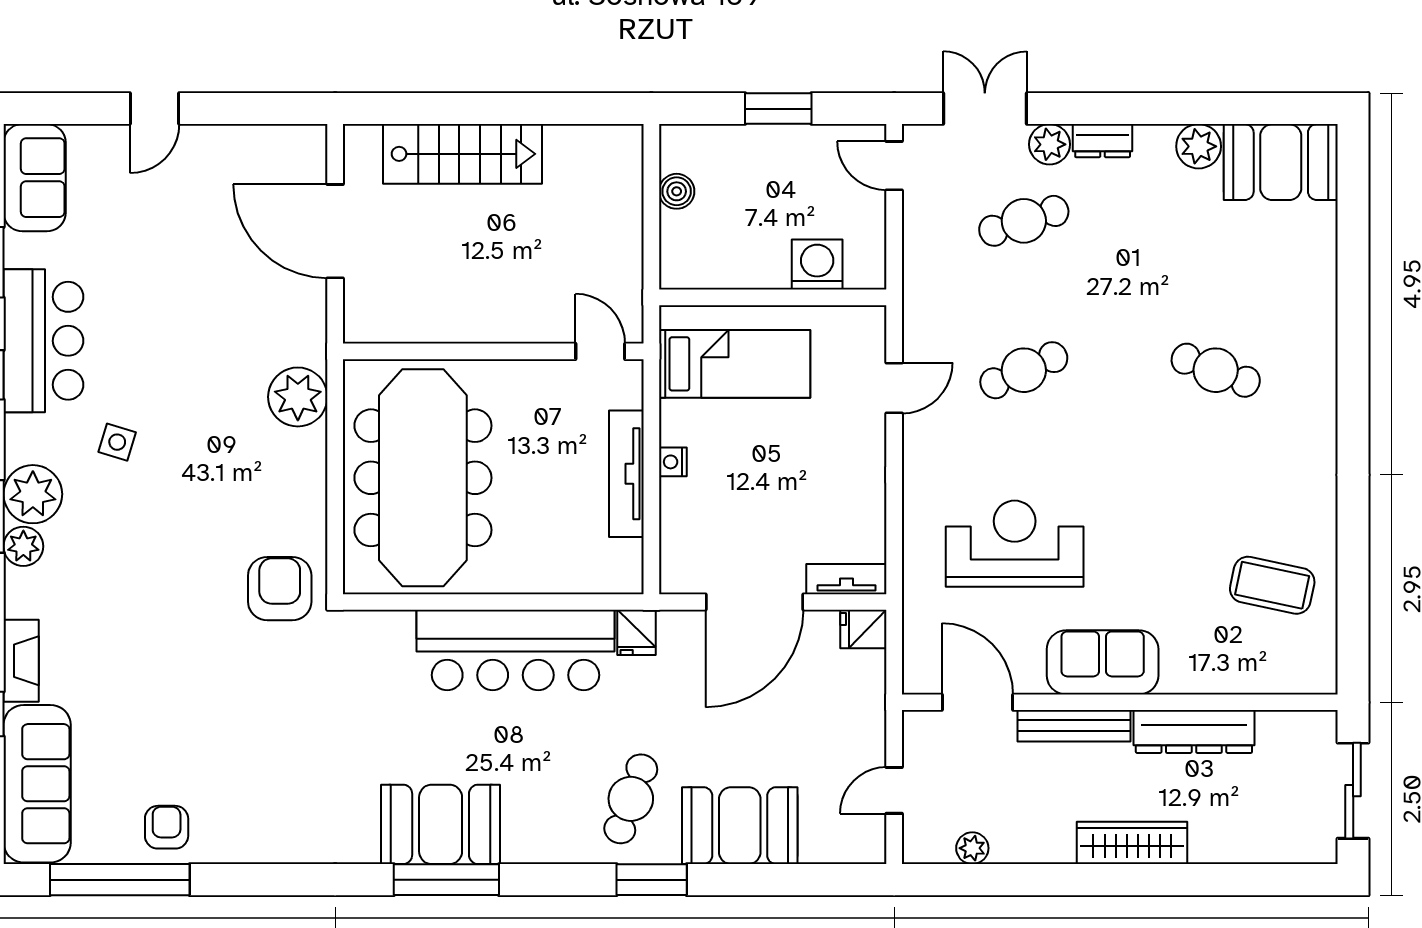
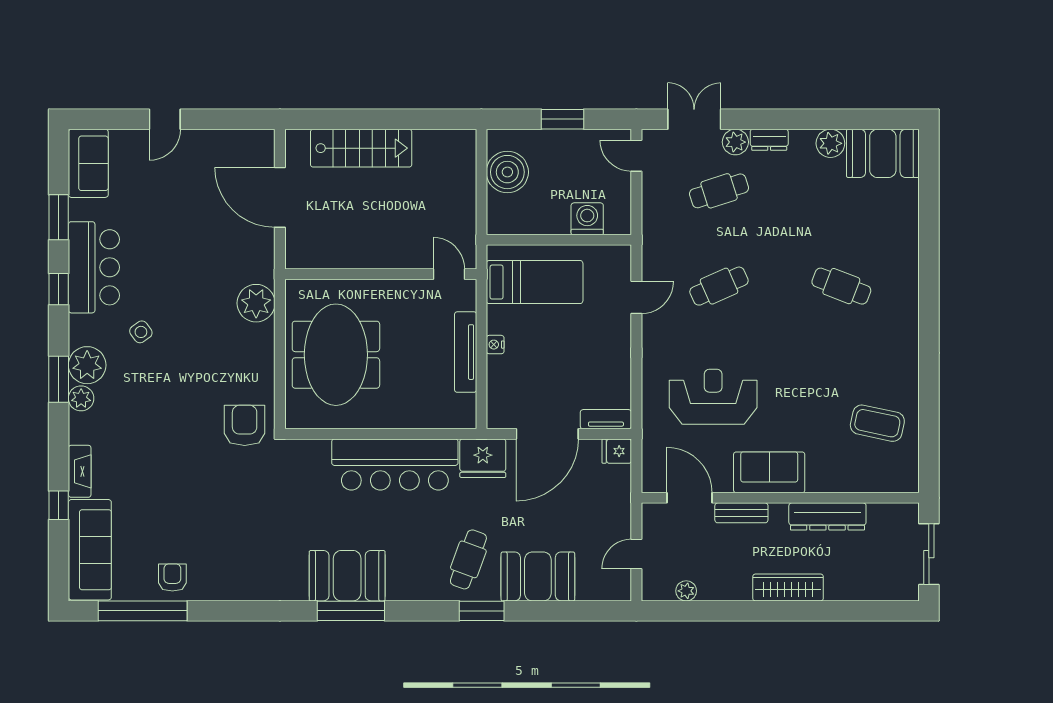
boiler: (677, 191) -> (507, 172), width x1.86, depth x1.86
side table: (117, 442) -> (141, 332), turned 37
meeting table: (423, 478) -> (336, 355), width x0.73
fridge: (637, 632) -> (483, 458), width x1.88, depth x1.34
bench: (1074, 726) -> (741, 513), width x0.73

